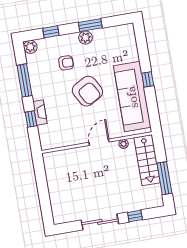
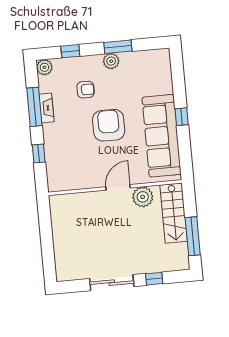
armchair: (87, 91) -> (109, 125), turned -151
fireplace: (40, 112) -> (46, 108), moved
plant: (124, 144) -> (143, 197), width x1.87, depth x1.87

